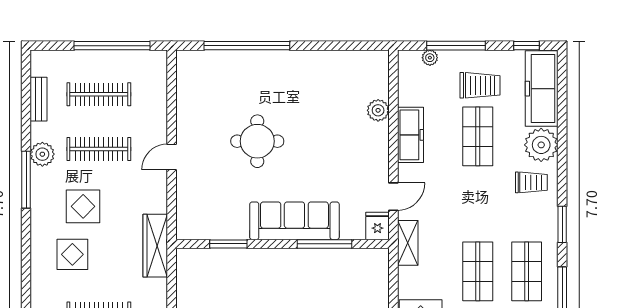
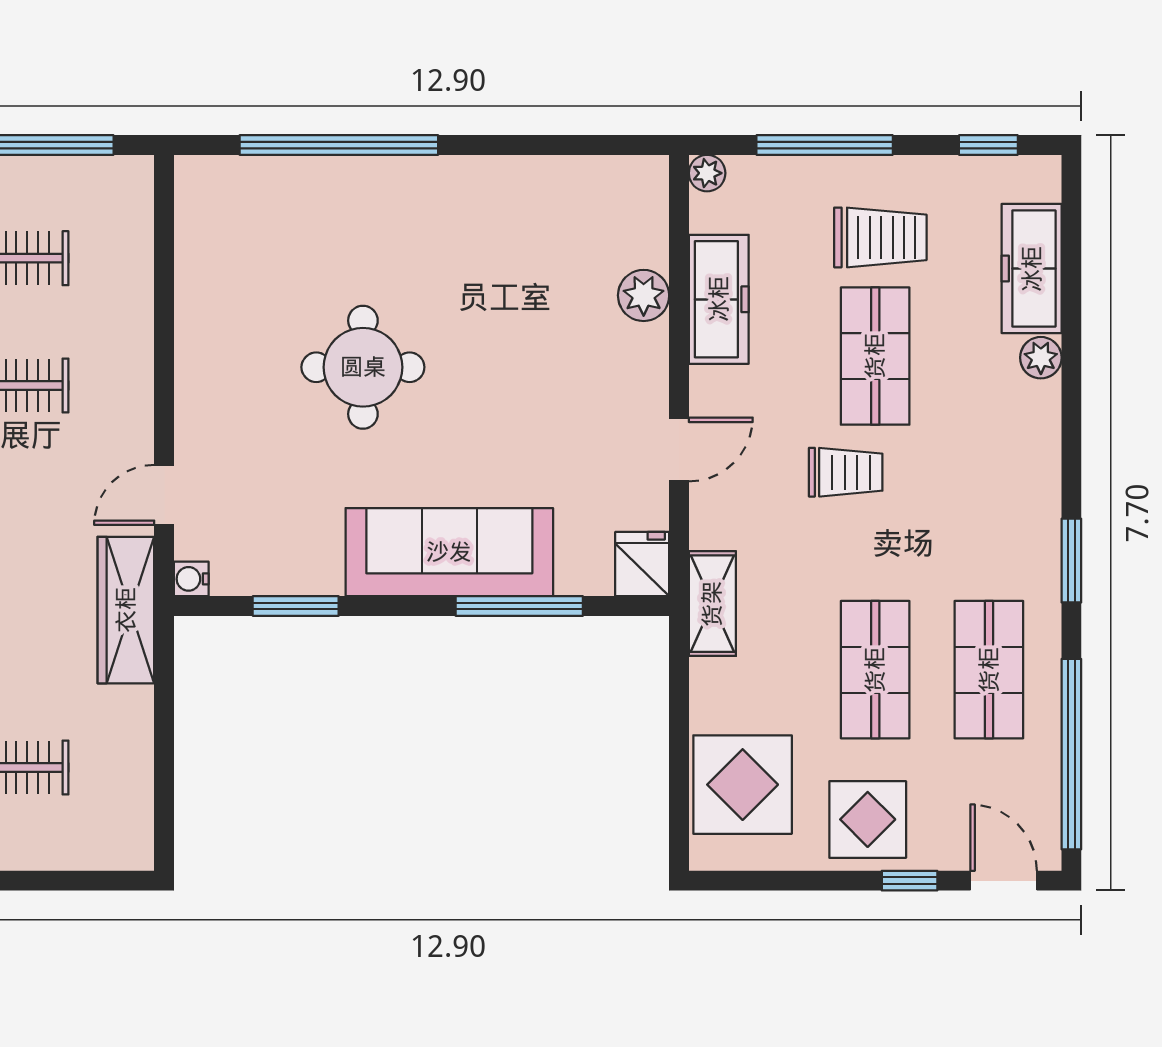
plant: (430, 58) -> (707, 173), moved
freezer: (542, 89) -> (1032, 269), width x0.73, depth x0.79
freezer: (410, 135) -> (719, 299), moved
plant: (541, 145) -> (1041, 358), width x0.53, depth x0.53
door: (172, 157) -> (164, 495), moved
trolley: (531, 182) -> (846, 472), moved
door: (393, 197) -> (679, 450), moved
water cooler: (183, 232) -> (191, 579), added

